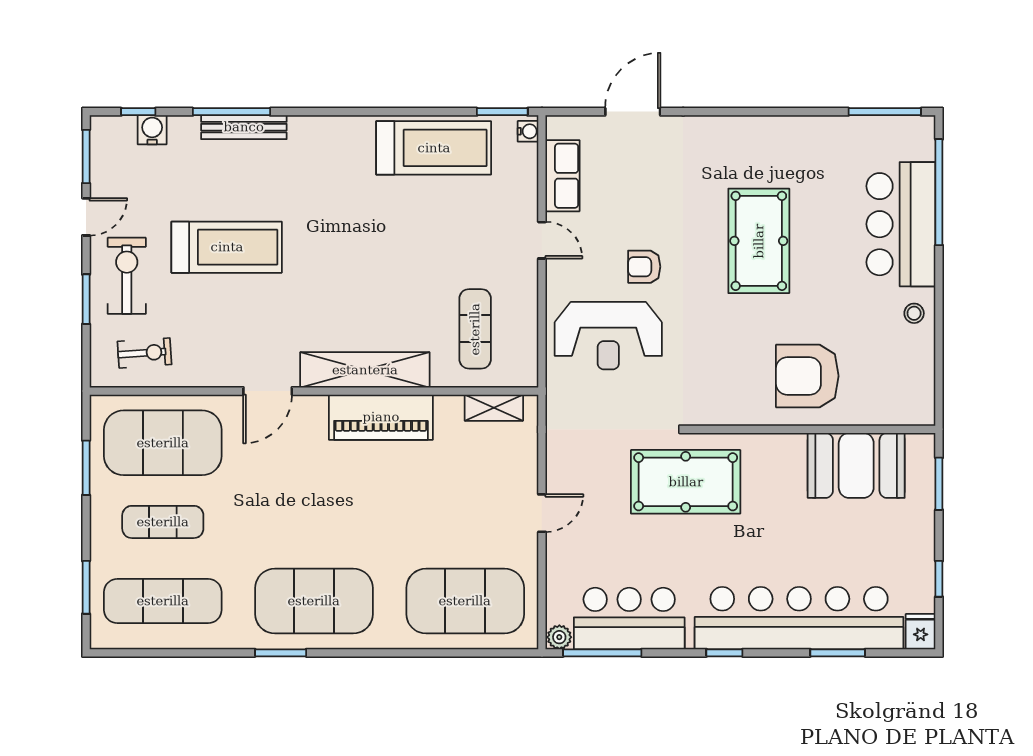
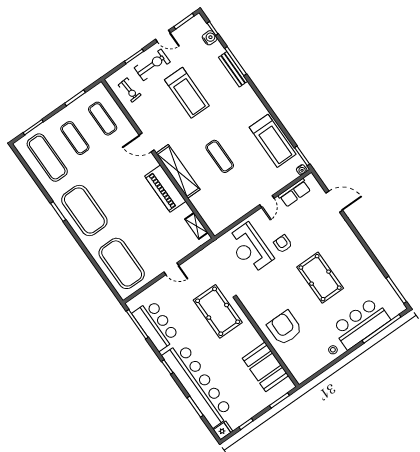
pool table: (759, 241) -> (320, 278), turned 90
exercise mat: (475, 329) -> (220, 156), moved, turned 90
exercise mat: (163, 443) -> (103, 119), width x0.50, depth x0.69
plant: (559, 637) -> (132, 305), removed

